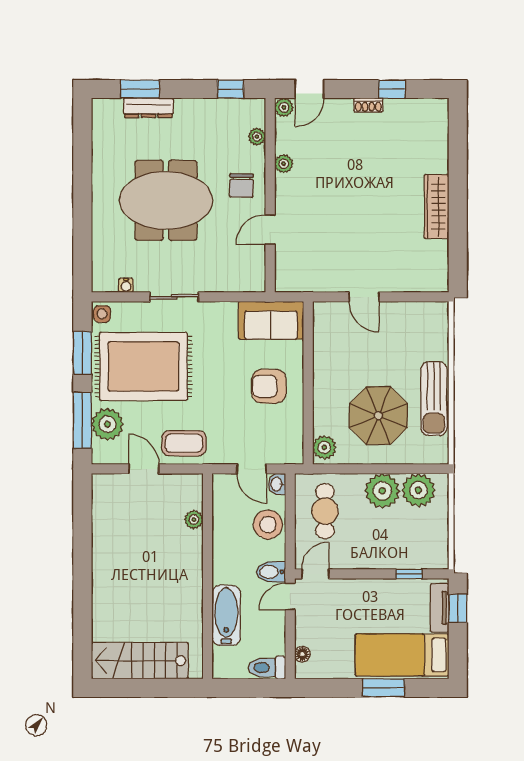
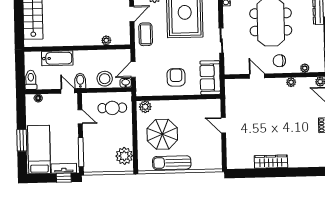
sliding door: (174, 297) -> (221, 40), moved
door: (364, 297) -> (223, 125), hinge flipped
plant: (382, 491) -> (123, 137), removed
door: (315, 574) -> (80, 117), moved
window: (409, 574) -> (81, 152), width x2.17

